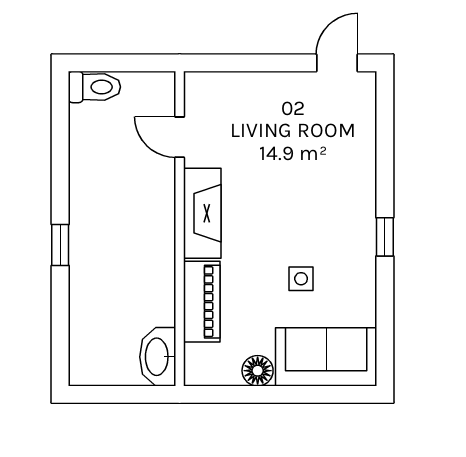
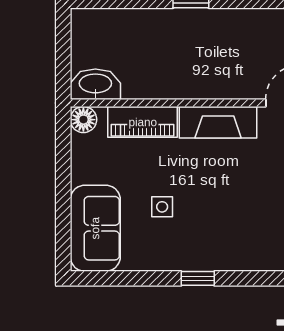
floor lamp: (258, 371) -> (83, 120), moved

